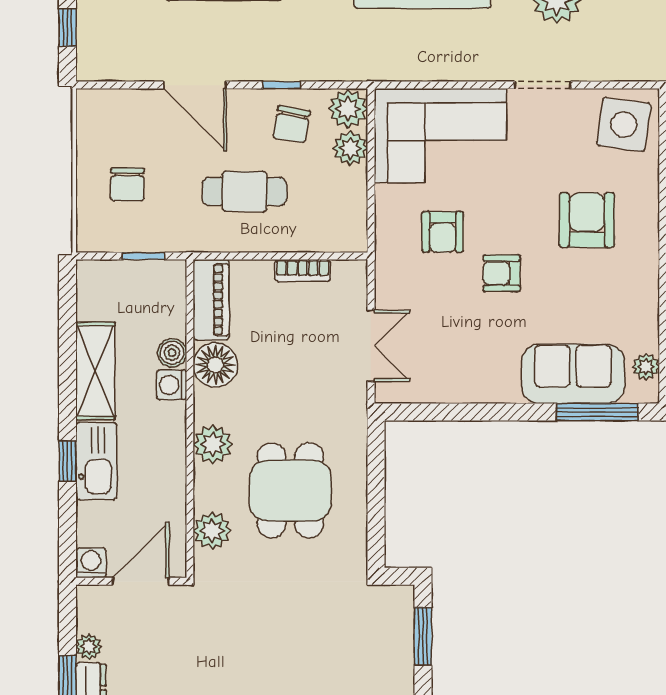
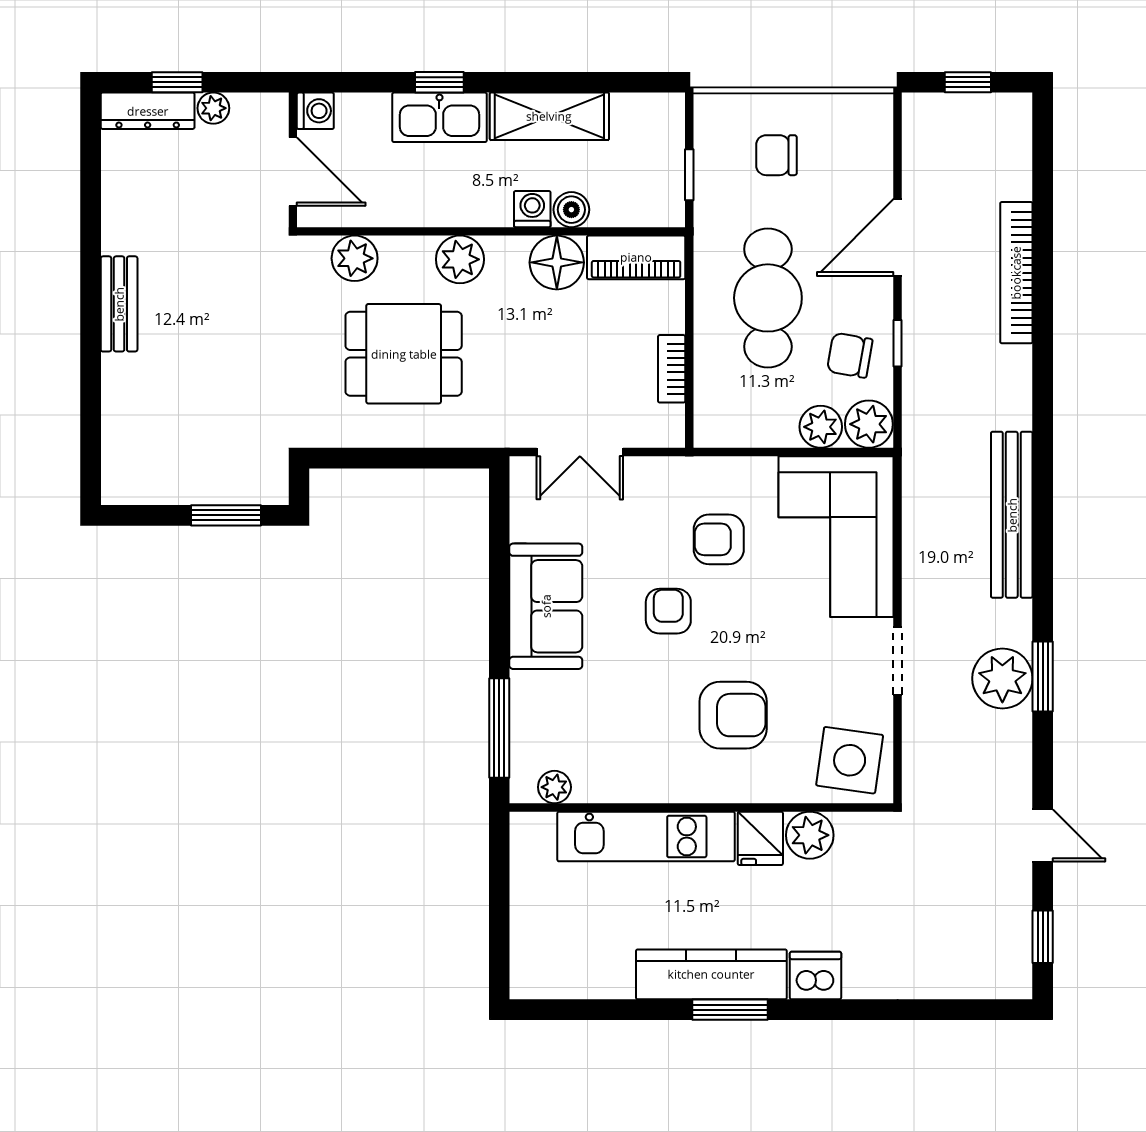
cafe table: (245, 192) -> (768, 298), width x1.37, depth x1.35
sofa: (573, 374) -> (546, 606), moved

